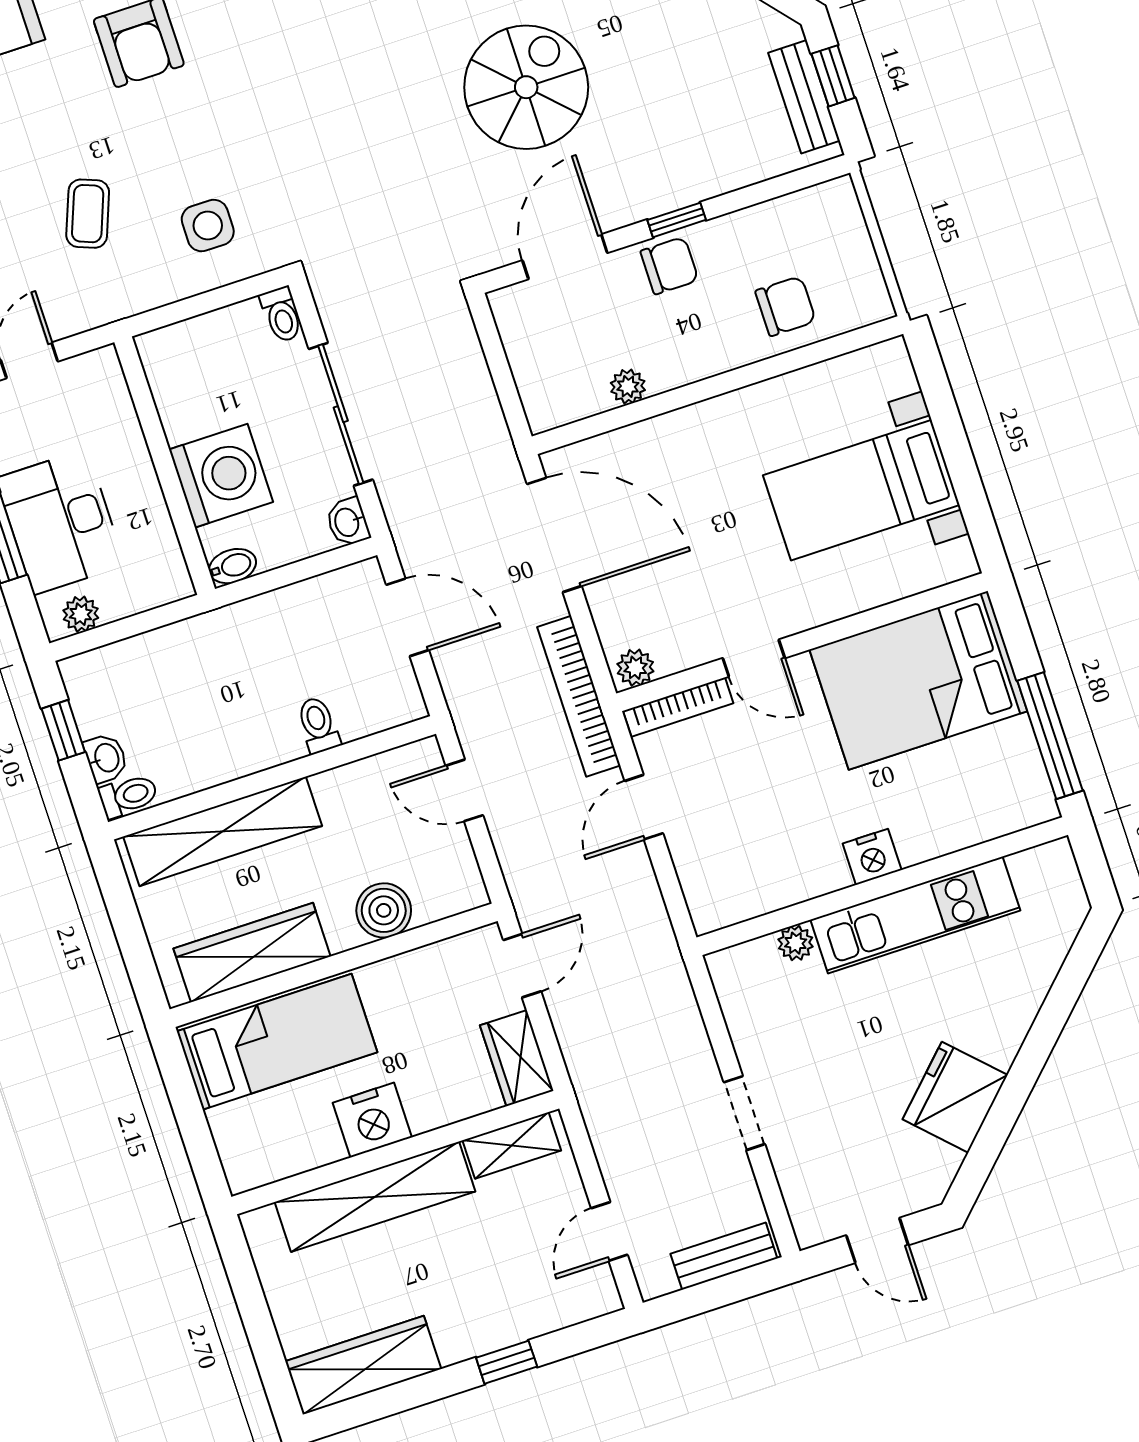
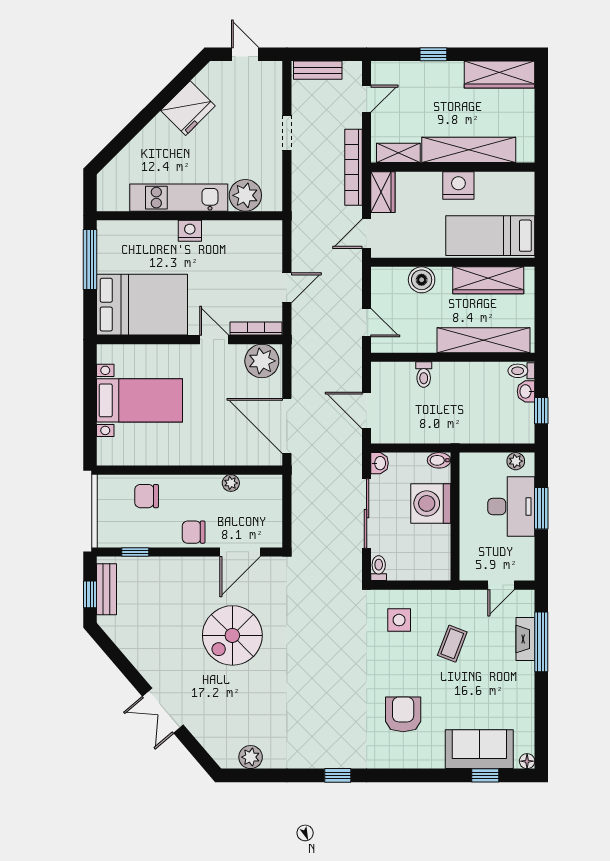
window: (677, 220) -> (135, 552), moved
plant: (635, 668) -> (262, 361), width x1.87, depth x1.87
bookcase: (579, 696) -> (353, 167), moved, turned 180
plant: (796, 943) -> (245, 195), width x1.88, depth x1.88

